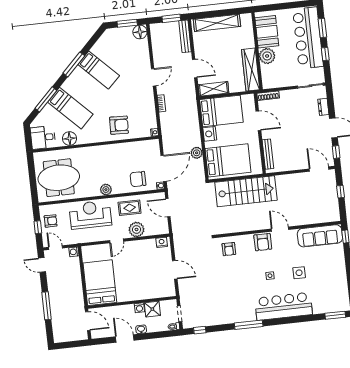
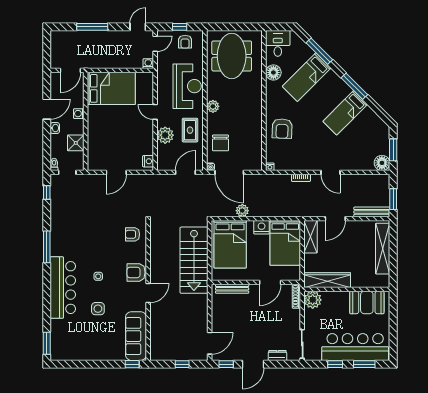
plant: (267, 56) -> (313, 300), moved
chair: (138, 179) -> (220, 143), turned 180
washing machine: (139, 308) -> (79, 114), moved

